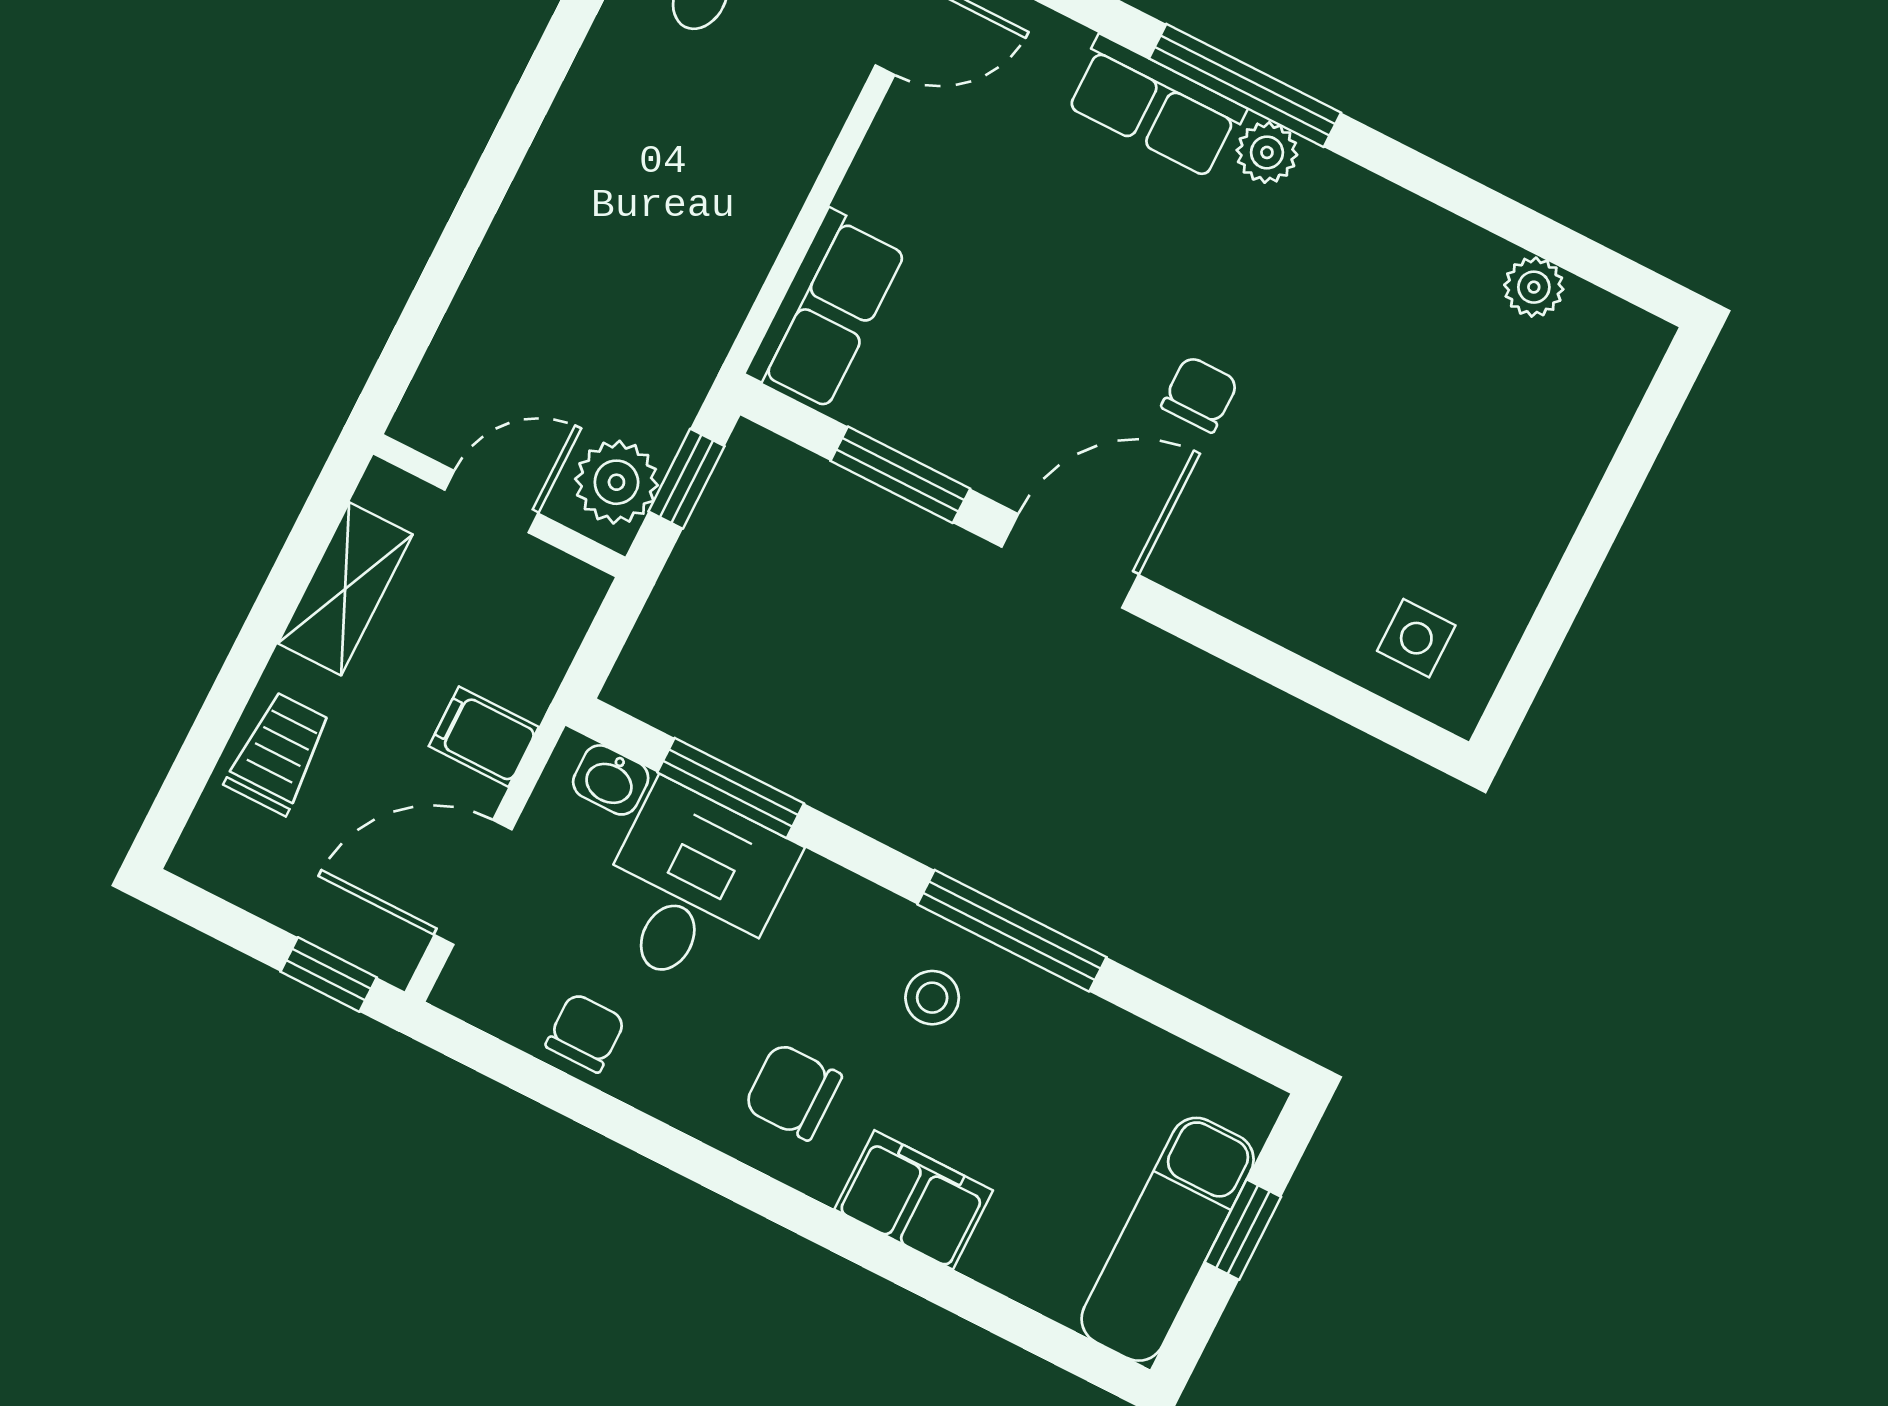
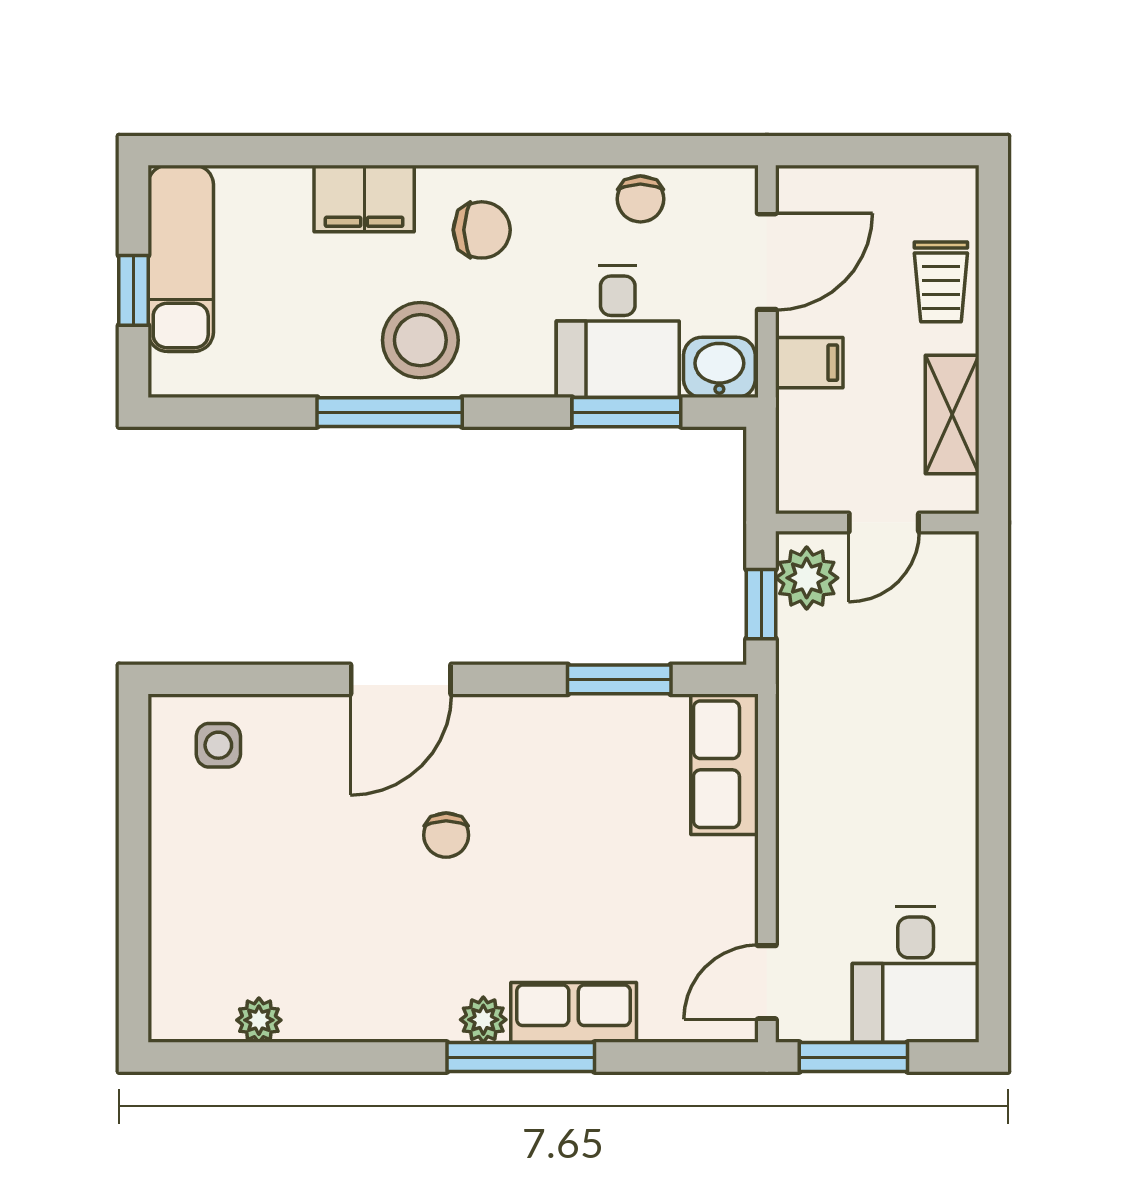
door: (1070, 561) -> (401, 679), moved
washbasin: (611, 780) -> (719, 367), width x1.38, depth x1.45
window: (329, 975) -> (832, 151), removed
stool: (932, 998) -> (420, 340), width x1.89, depth x1.89

